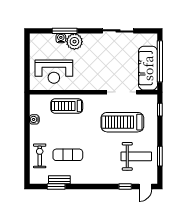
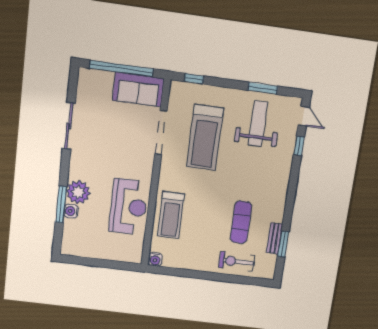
sofa: (148, 68) -> (138, 89), width x0.73
reception desk: (54, 72) -> (129, 207), moved
water cooler: (34, 119) -> (155, 259), moved

